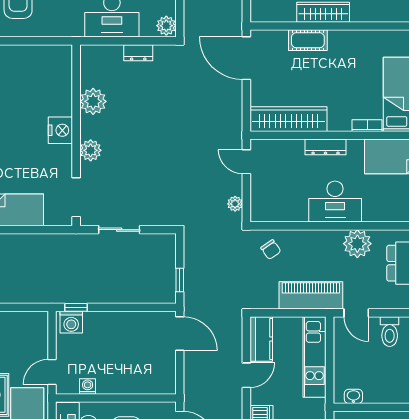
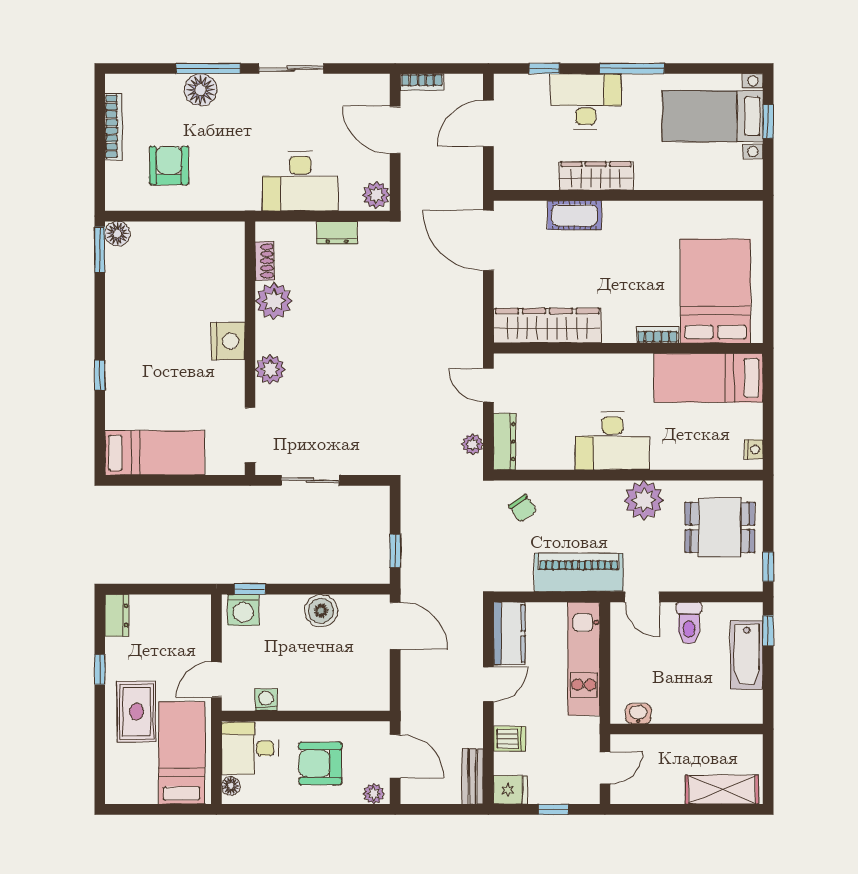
shoe rack: (86, 73) -> (265, 261), added
dresser: (326, 147) -> (505, 442), moved, turned -90
boiler: (127, 323) -> (321, 611), added

